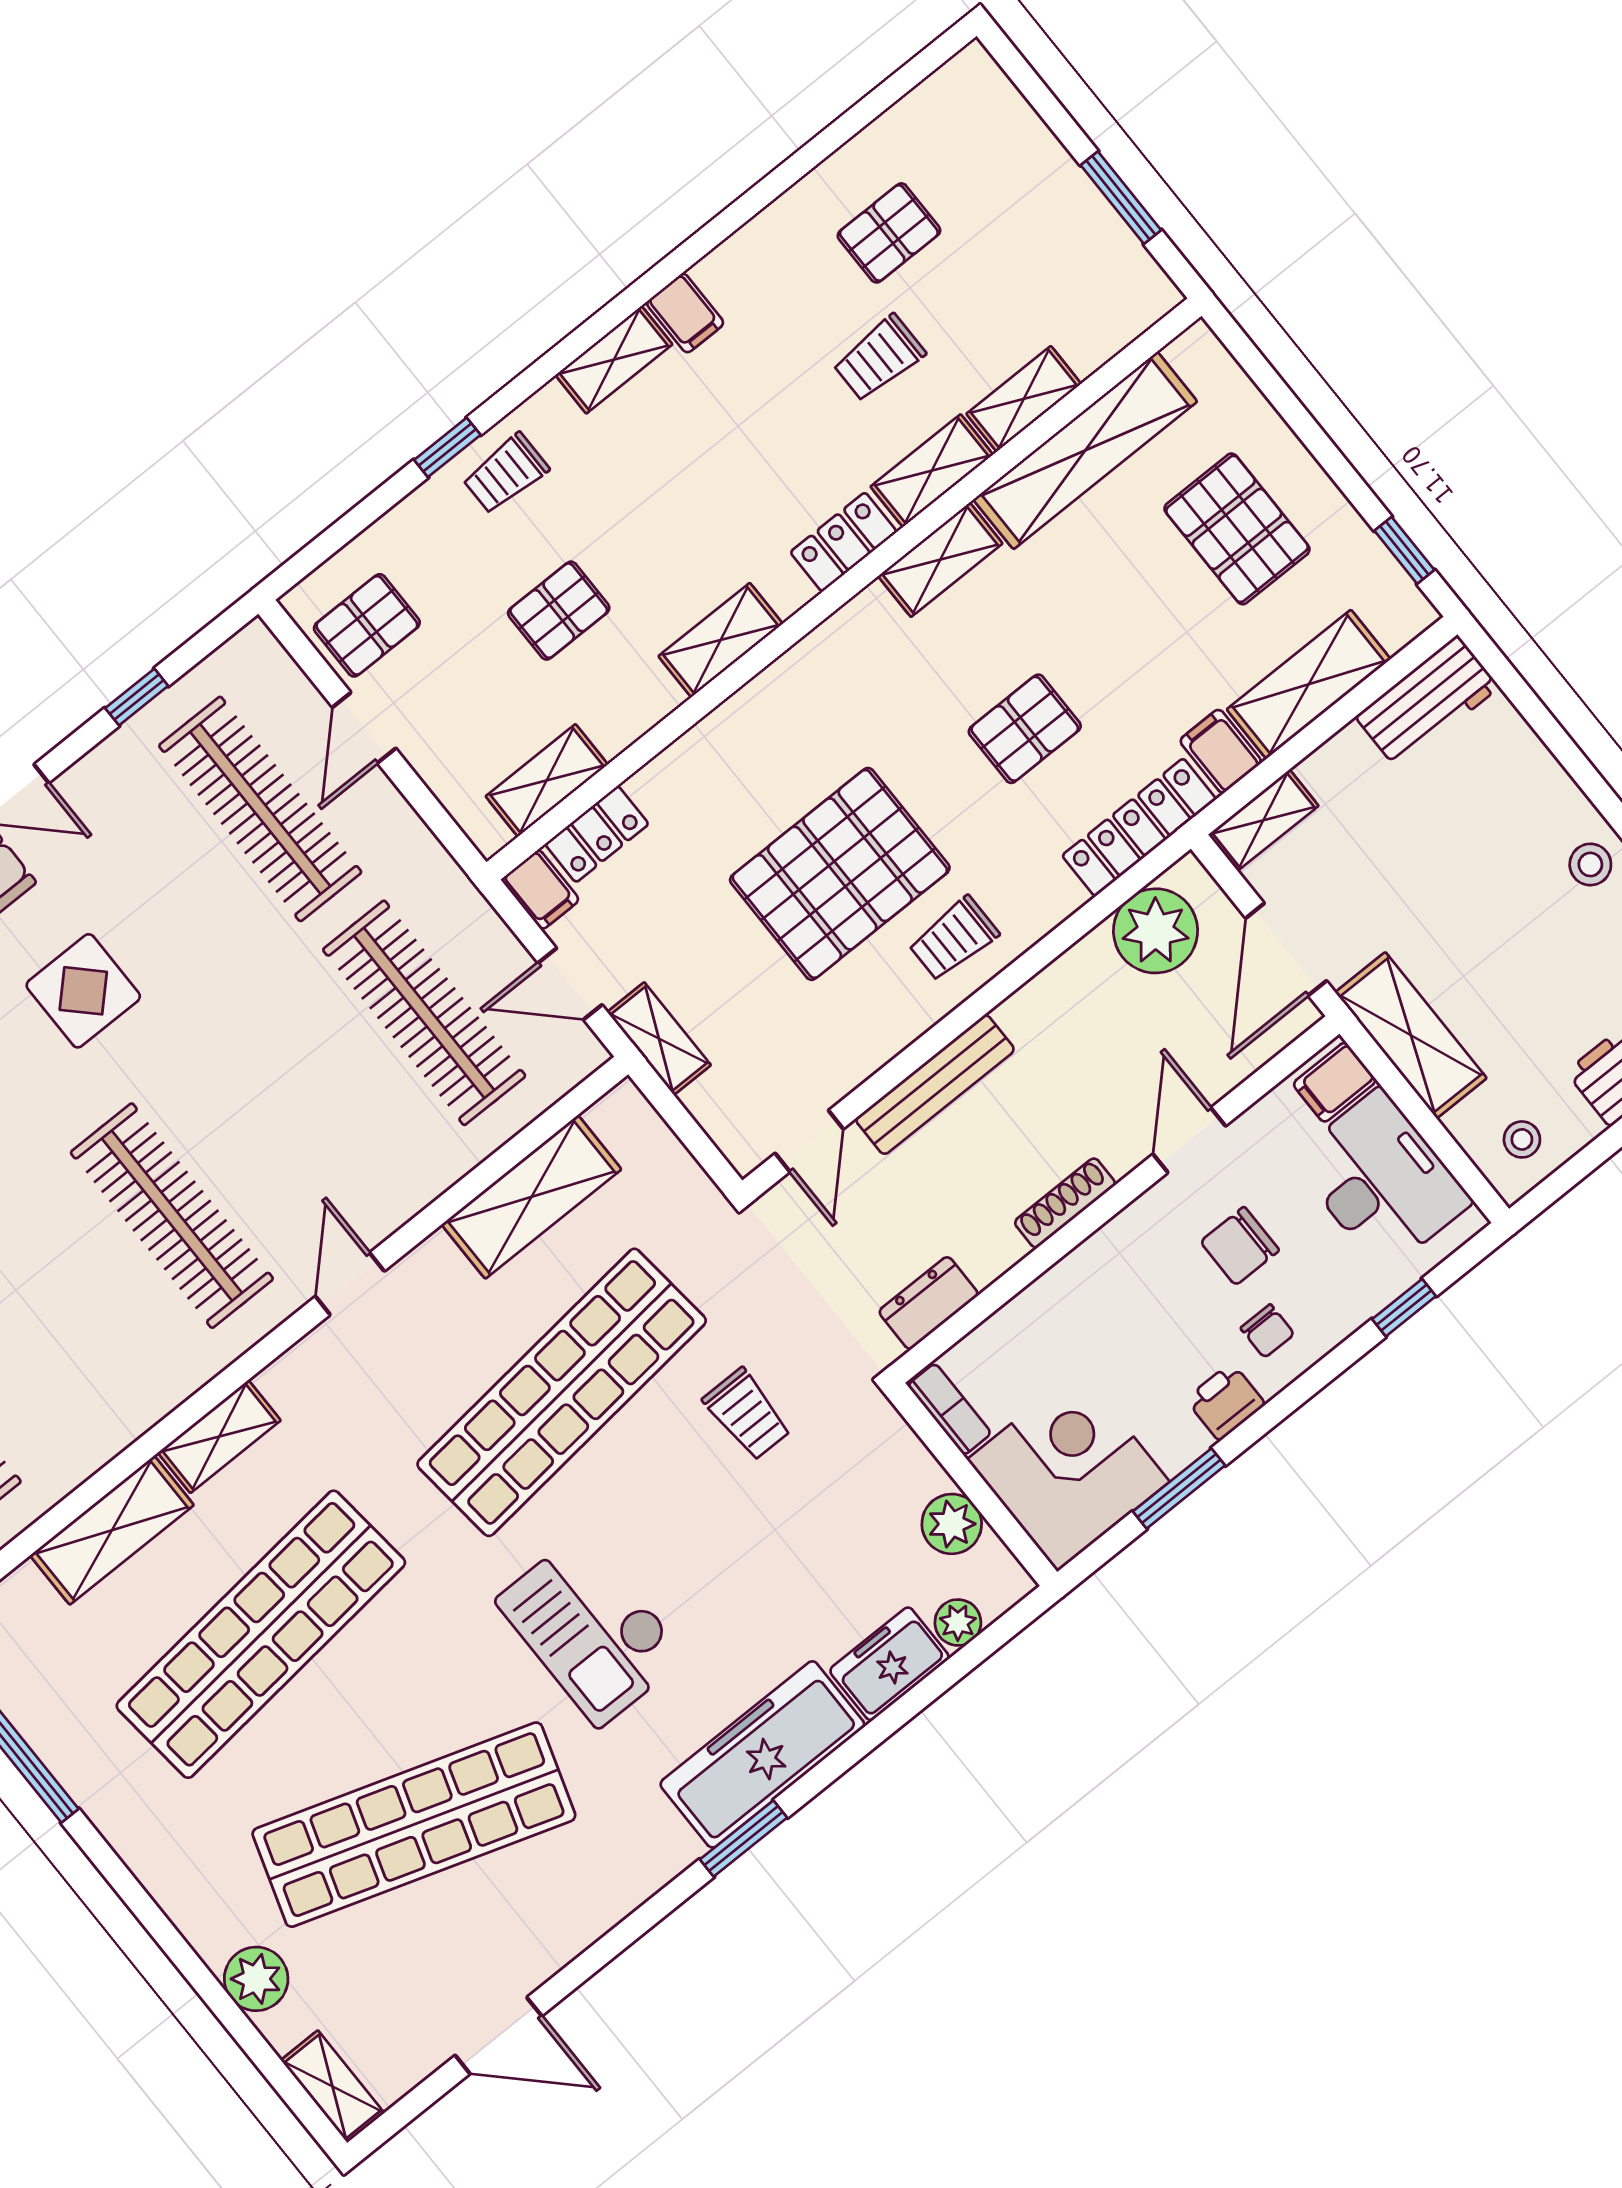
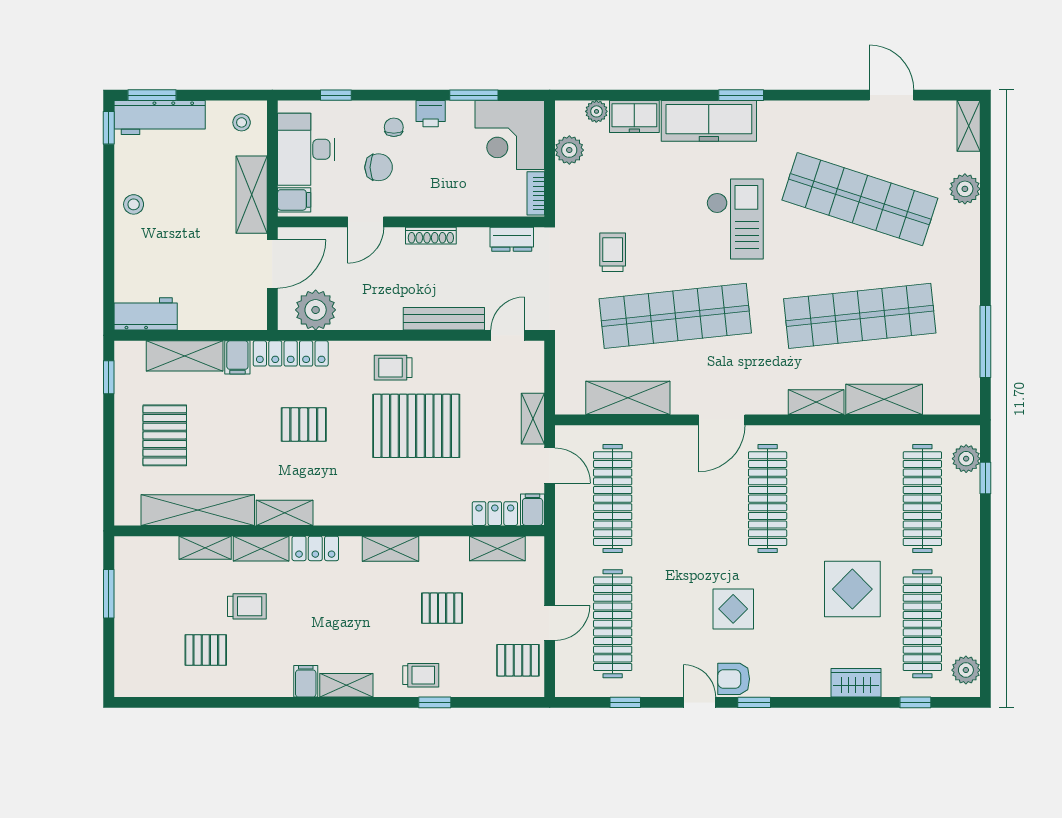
shelving: (1263, 820) -> (242, 319), removed
trolley: (954, 939) -> (393, 368), turned 180
door: (350, 1284) -> (722, 420), width x1.38

